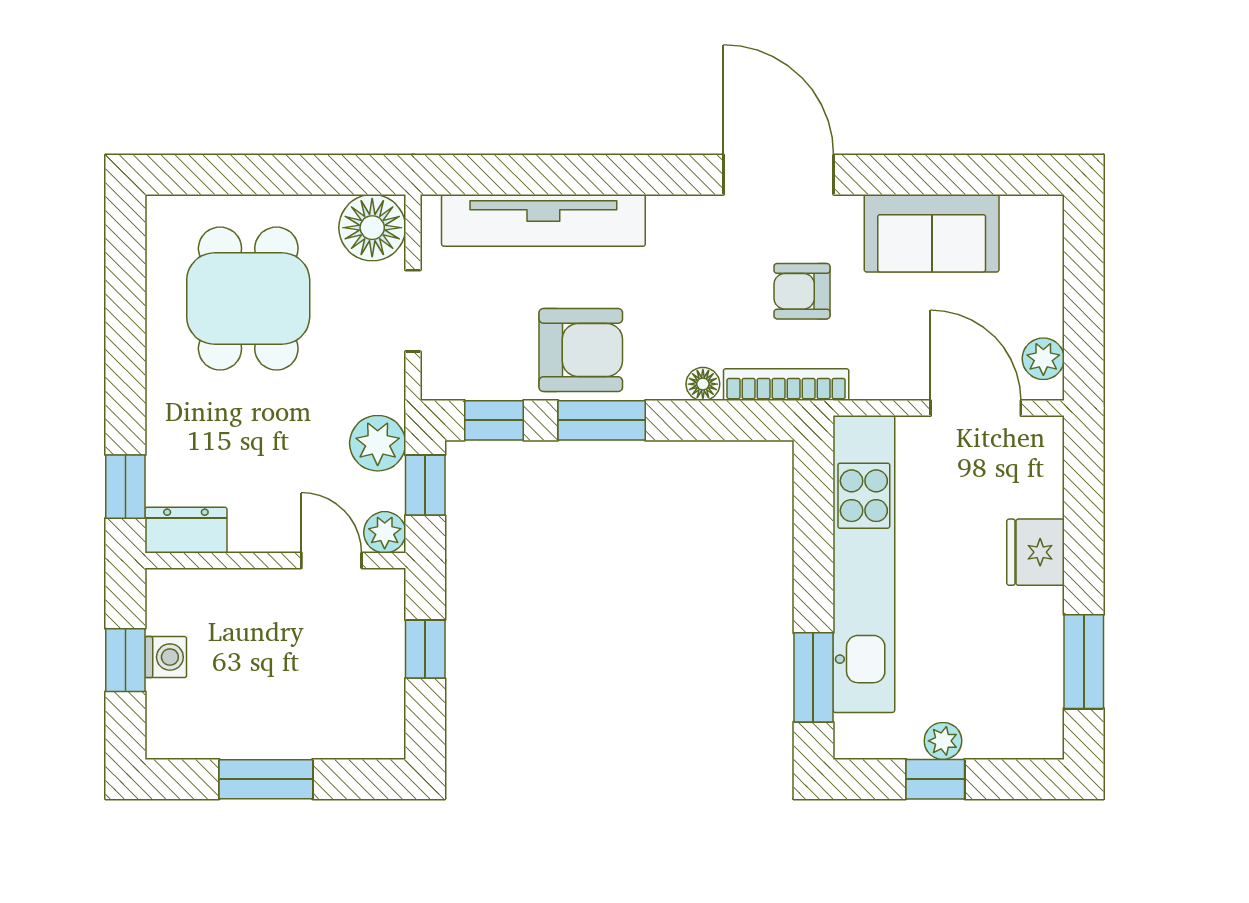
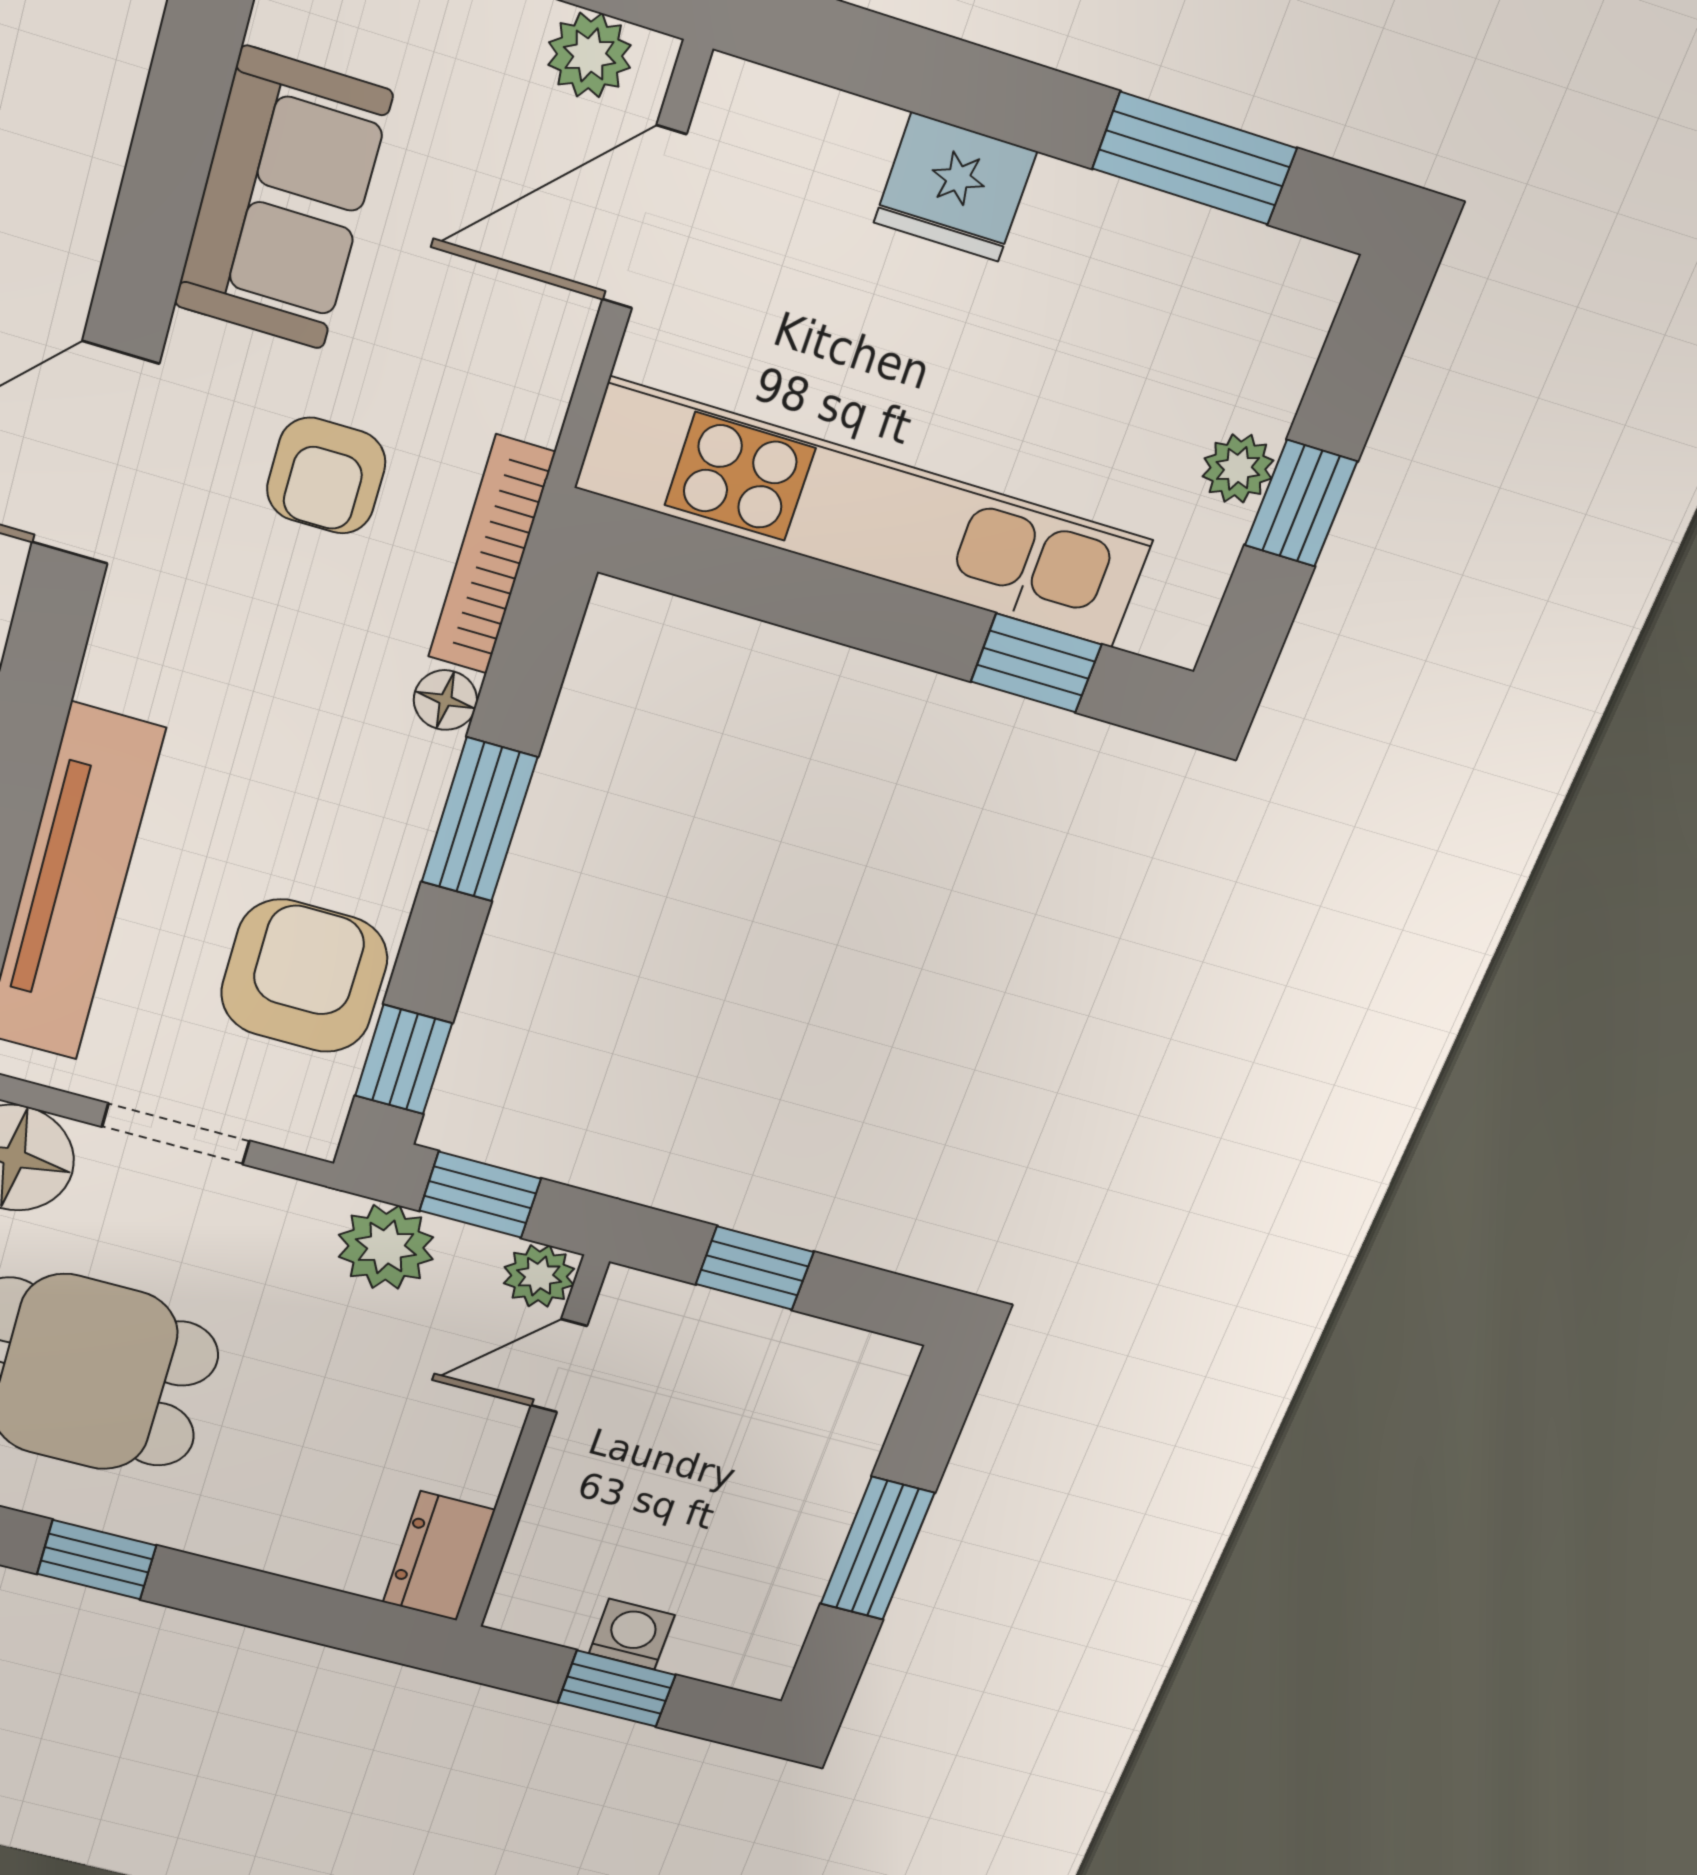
armchair: (581, 350) -> (304, 976), moved
window: (602, 420) -> (479, 820), moved
window: (125, 487) -> (97, 1560), moved
window: (813, 677) -> (1036, 663), width x0.67

